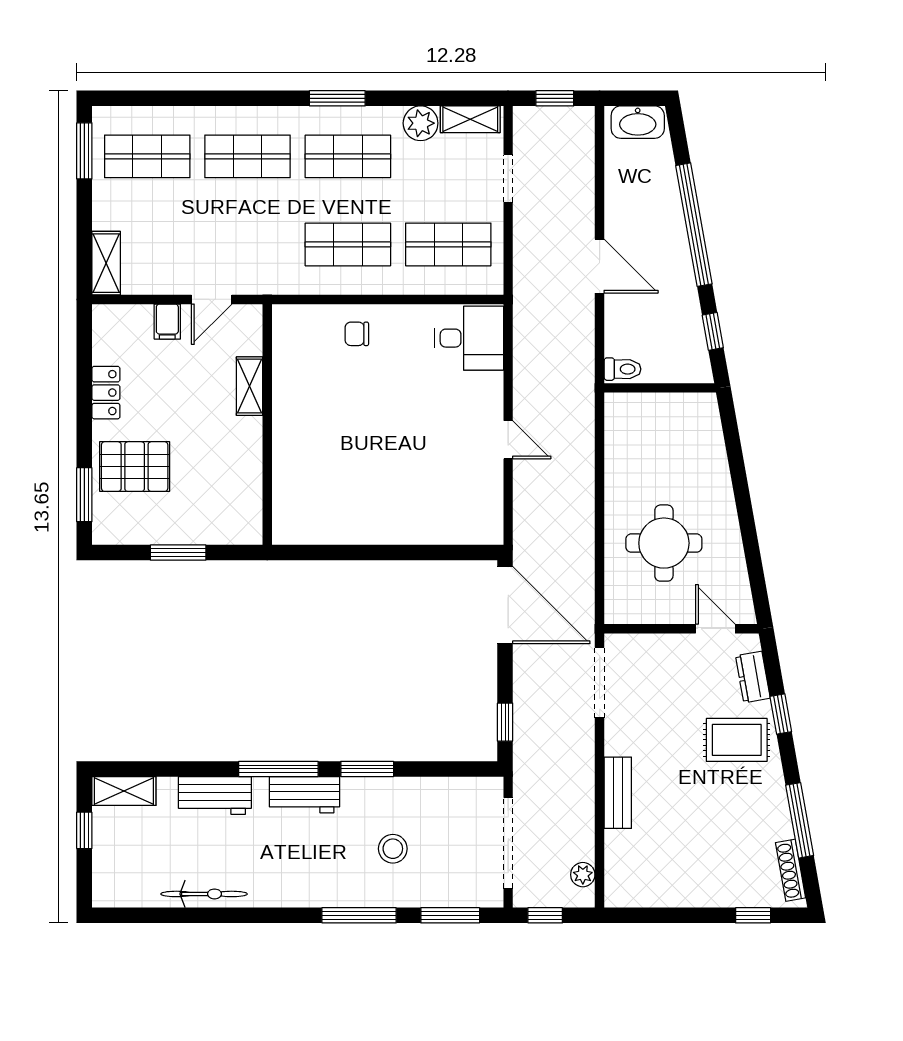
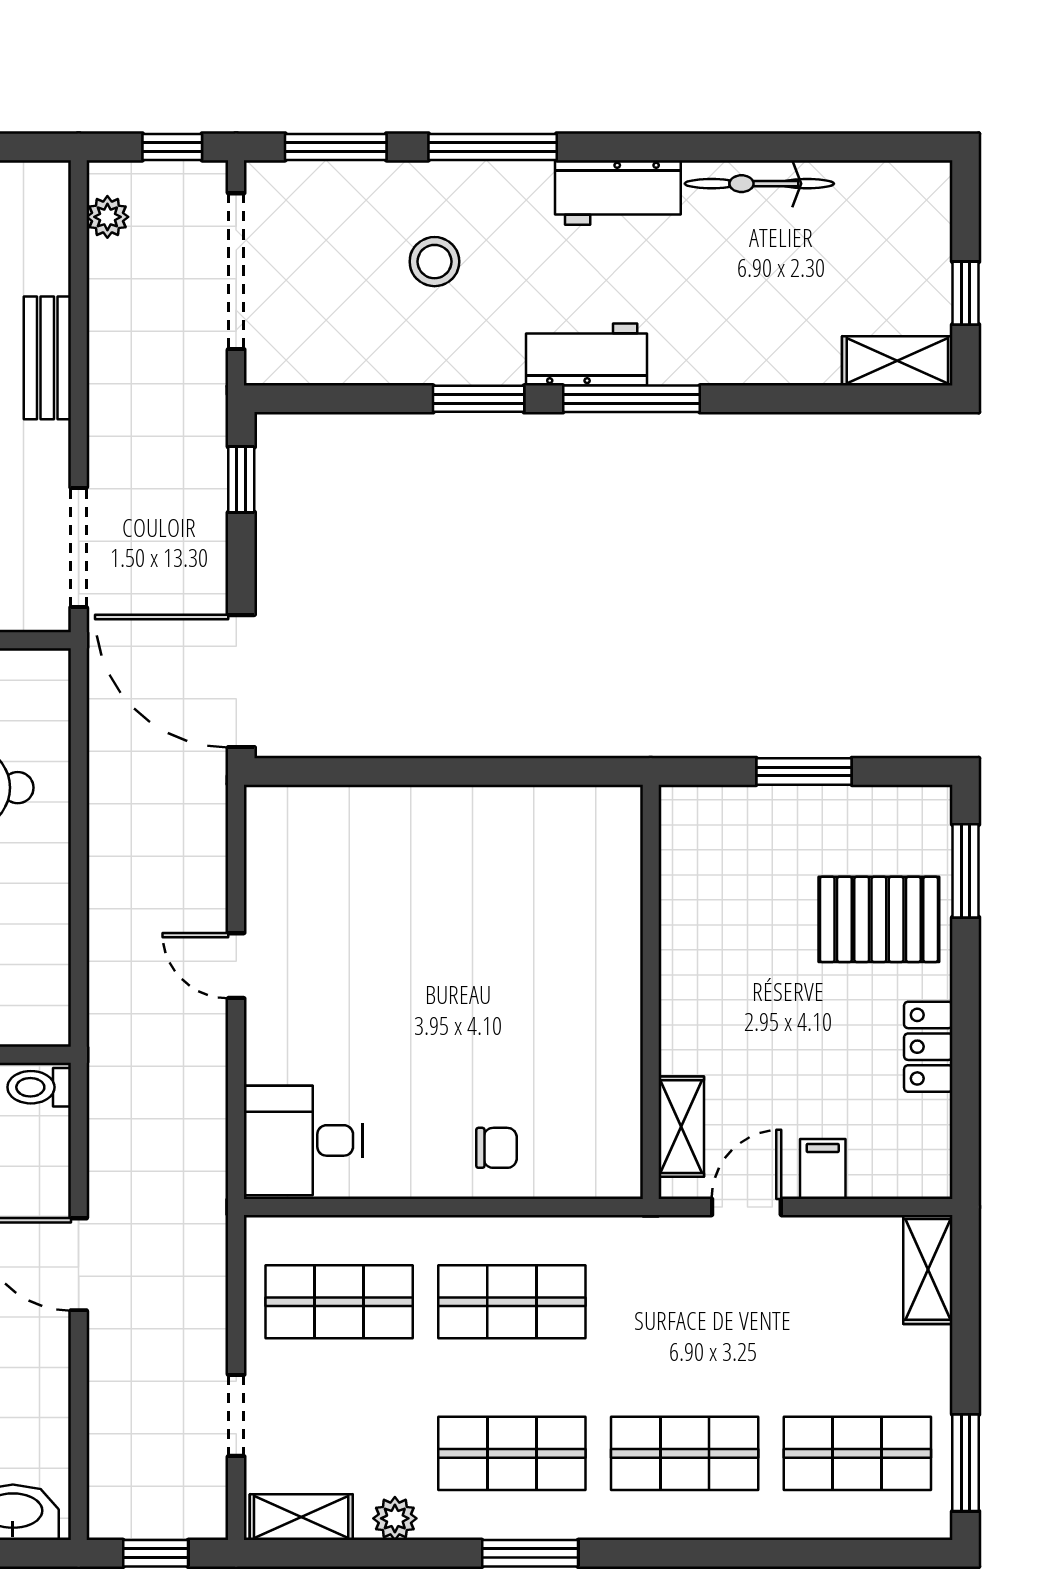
plant: (421, 123) -> (395, 1518), width x0.73, depth x0.73
shelving: (250, 386) -> (681, 1127), moved
workbench: (215, 795) -> (618, 192), moved, turned 180

